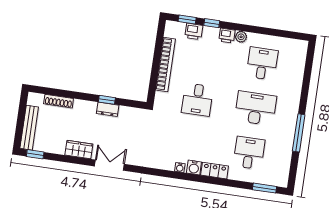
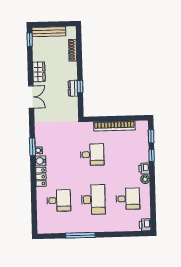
printer: (194, 31) -> (145, 225), moved
desk: (197, 100) -> (92, 155), turned 180
window: (265, 188) -> (32, 147), moved

